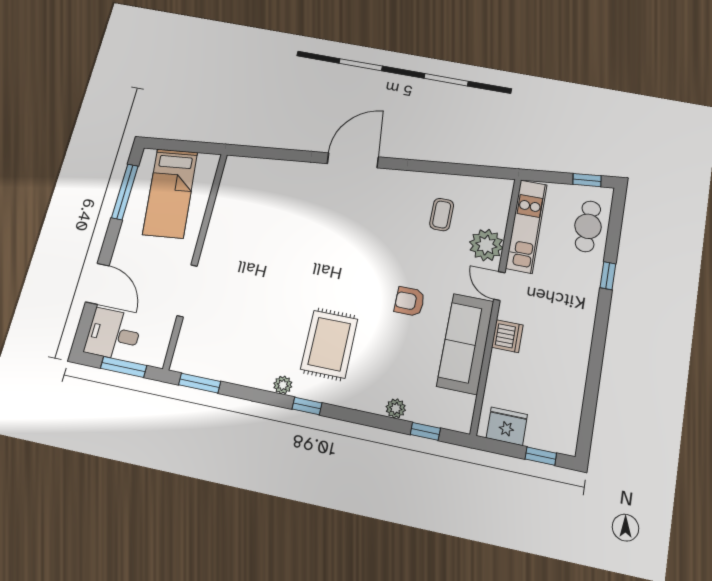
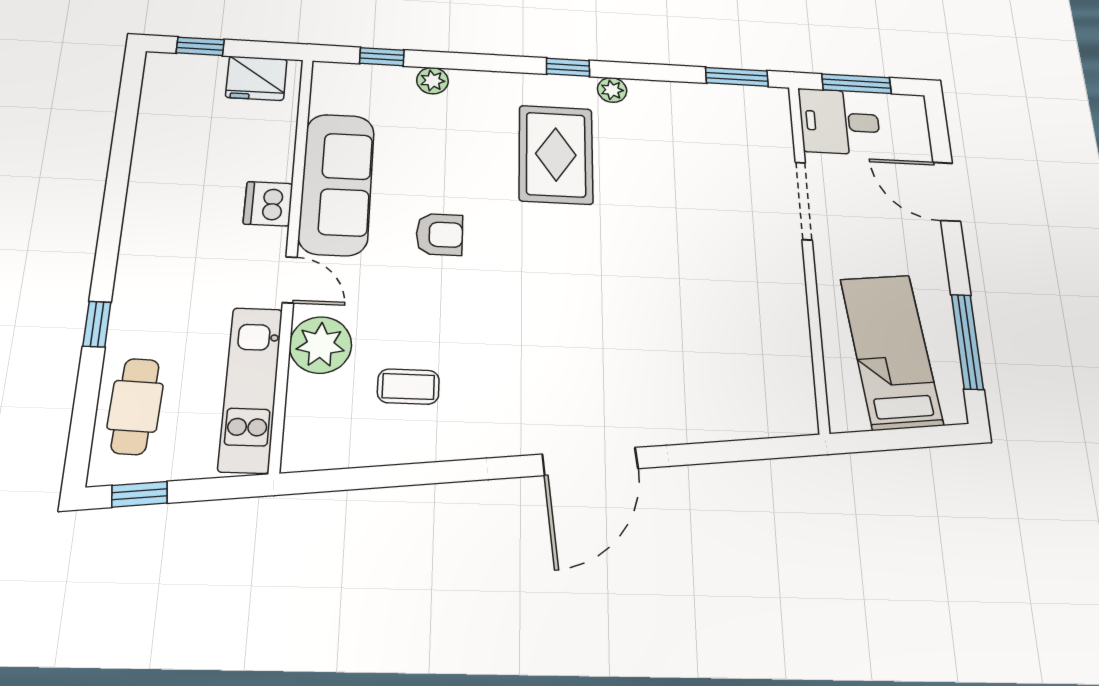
coffee table: (442, 215) -> (408, 387), turned 90
desk: (113, 334) -> (840, 122), moved, turned 180

